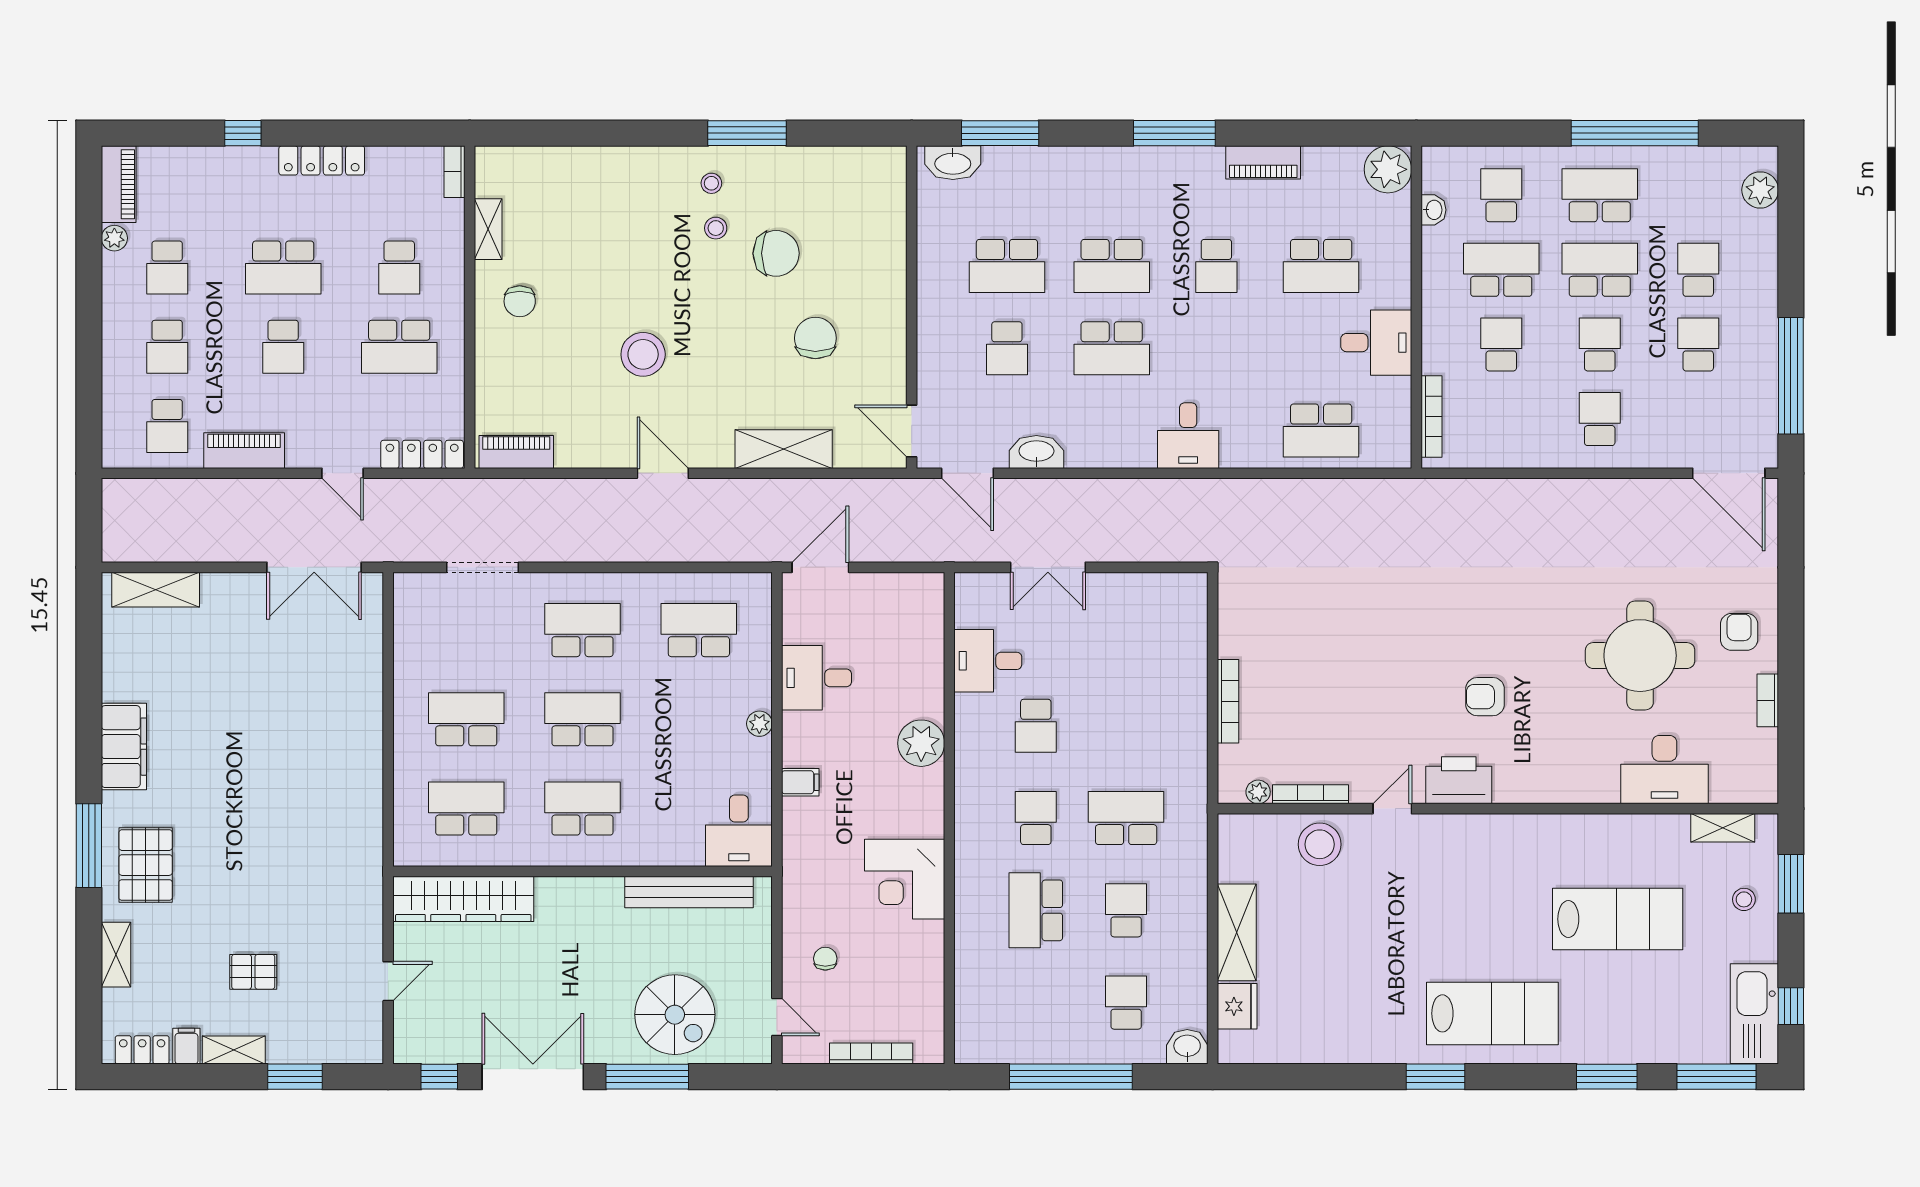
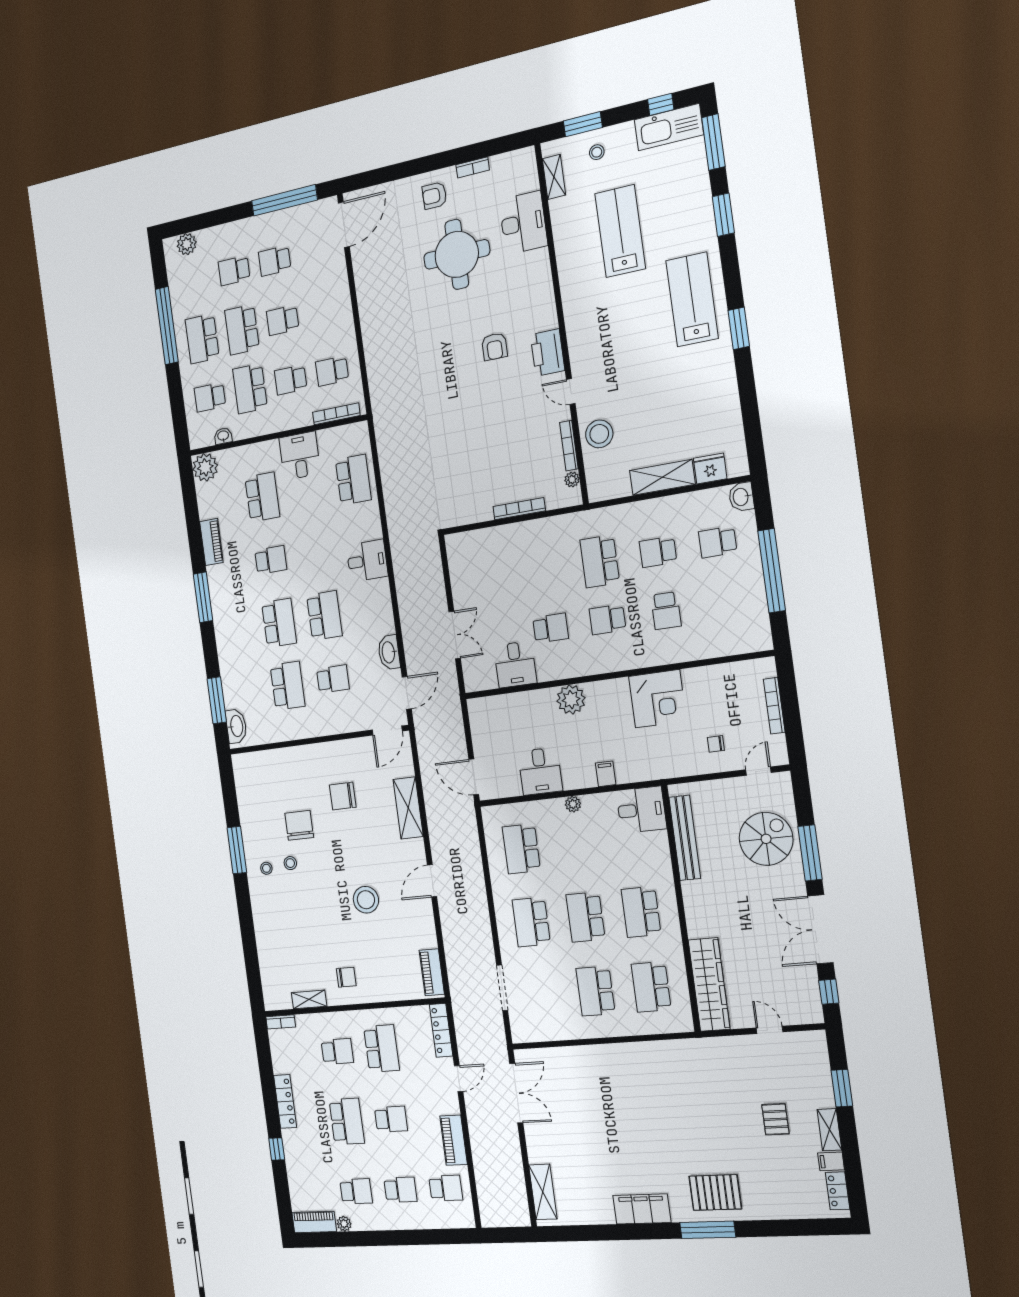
school desk: (1600, 419) -> (332, 371), moved
school desk: (1036, 910) -> (666, 611), width x0.54
shelving: (116, 955) -> (776, 1210), removed

